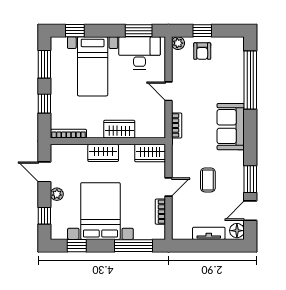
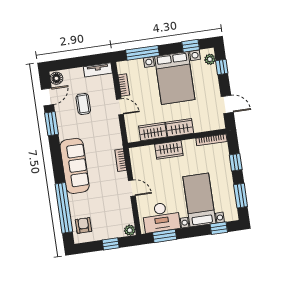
armchair: (202, 51) -> (83, 225), moved
sofa: (231, 127) -> (75, 166), width x1.36
wardrobe: (150, 153) -> (153, 132), moved
coffee table: (208, 180) -> (83, 104), moved
door: (168, 187) -> (120, 107), swing flipped
plant: (57, 194) -> (210, 59), moved
tv unit: (209, 233) -> (98, 70), moved

